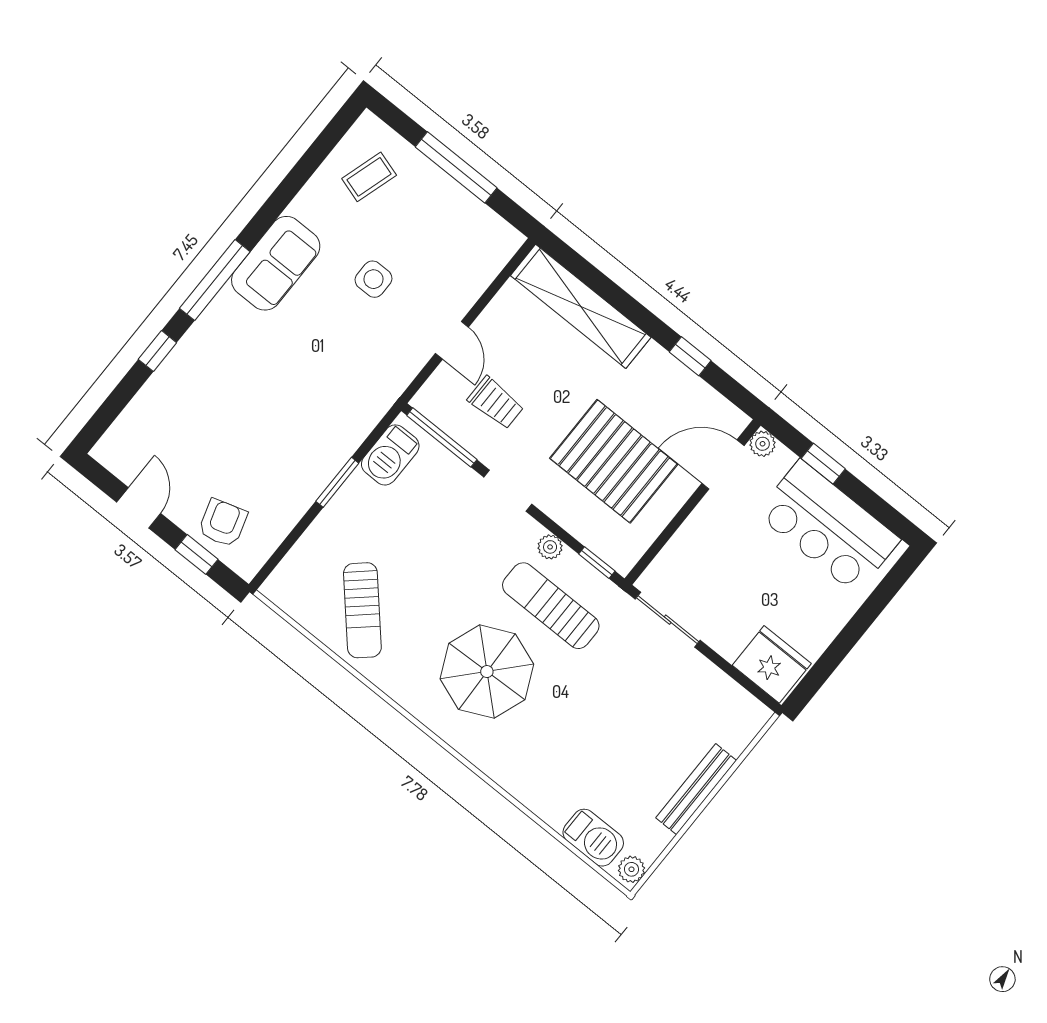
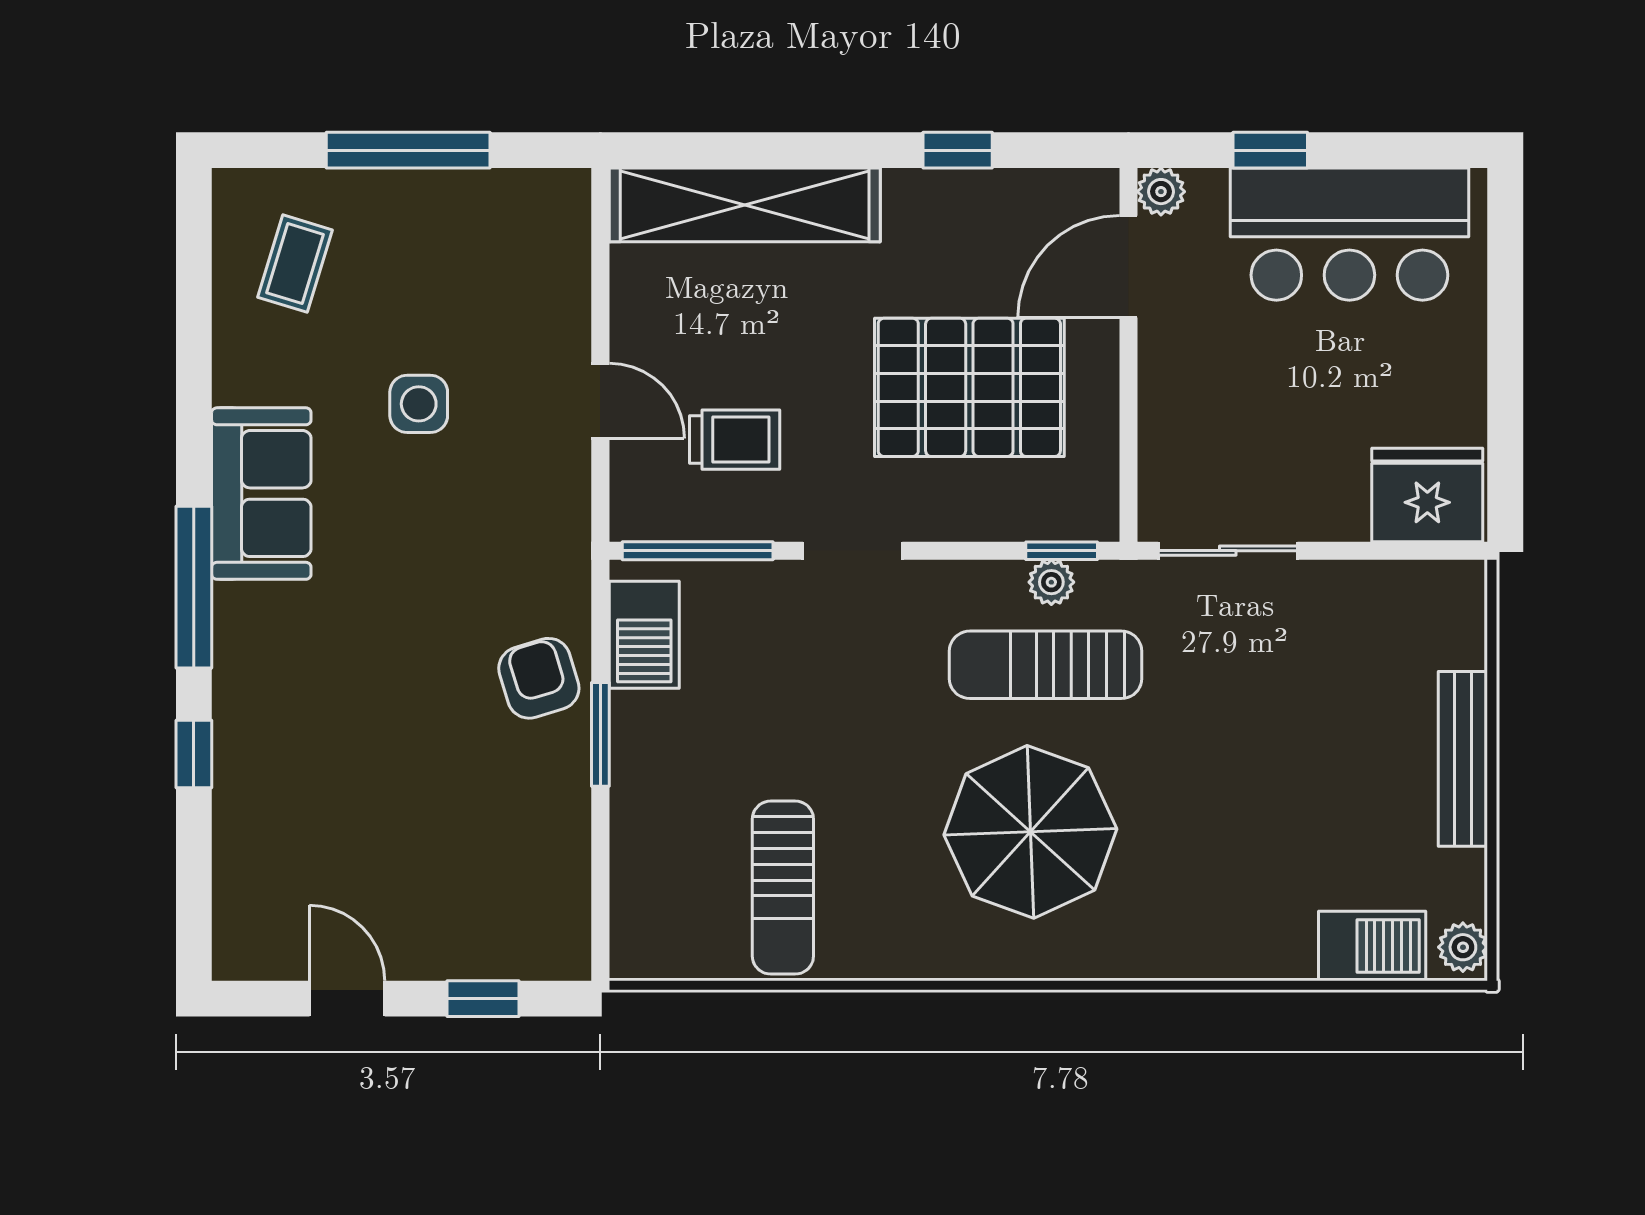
armchair: (223, 523) -> (539, 678), moved
plant: (550, 547) -> (1051, 582), moved
sun lounger: (362, 610) -> (783, 888), turned 42

